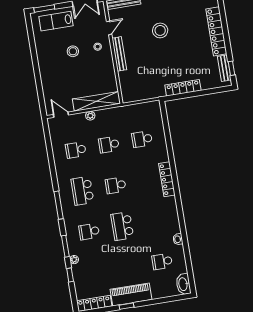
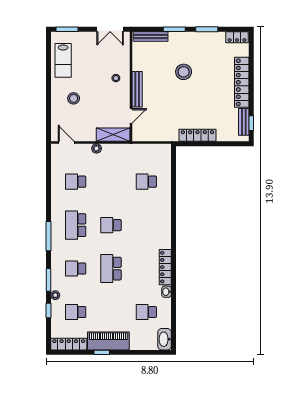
lab bench: (56, 21) -> (63, 60), moved, turned -90
door: (109, 28) -> (131, 116), moved
stool: (73, 51) -> (74, 98), moved
shelving: (96, 101) -> (113, 135), width x0.68
school desk: (109, 145) -> (76, 312), moved
locker: (167, 179) -> (165, 267), moved

